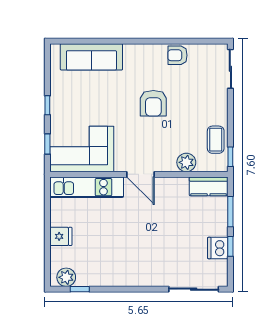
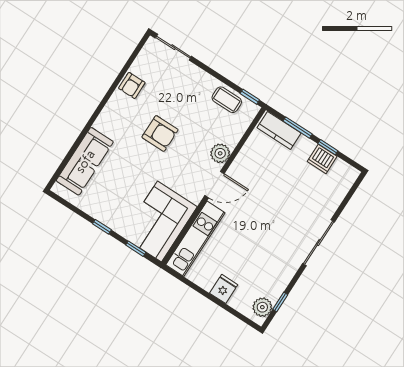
plant: (186, 162) -> (220, 153), moved
kitchen counter: (209, 186) -> (279, 130), moved, turned 90
sliding door: (194, 289) -> (319, 243), moved

